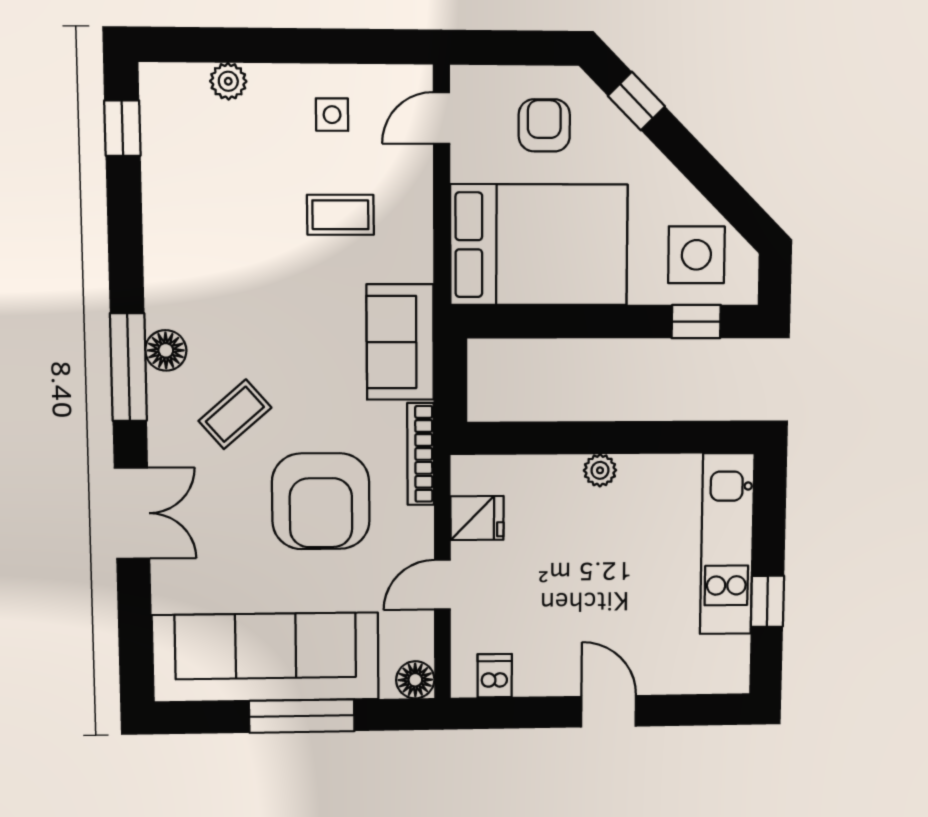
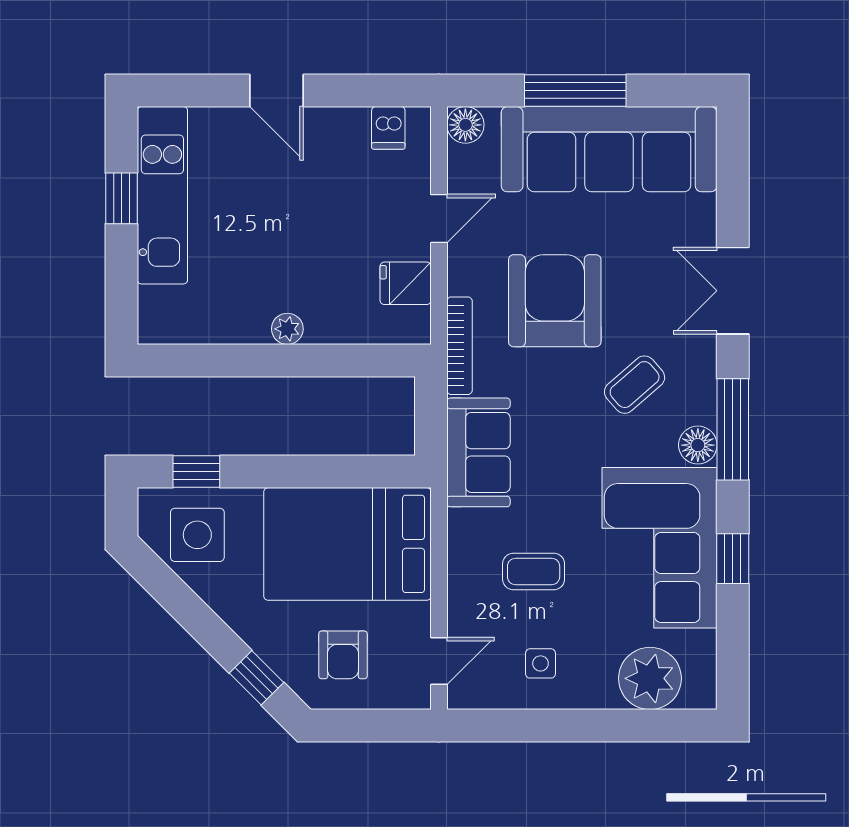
plant: (228, 81) -> (650, 678), width x1.88, depth x1.88
window: (122, 128) -> (733, 559), moved
corner sofa: (205, 240) -> (660, 548), added
kitchen unit: (727, 544) -> (162, 195), moved

